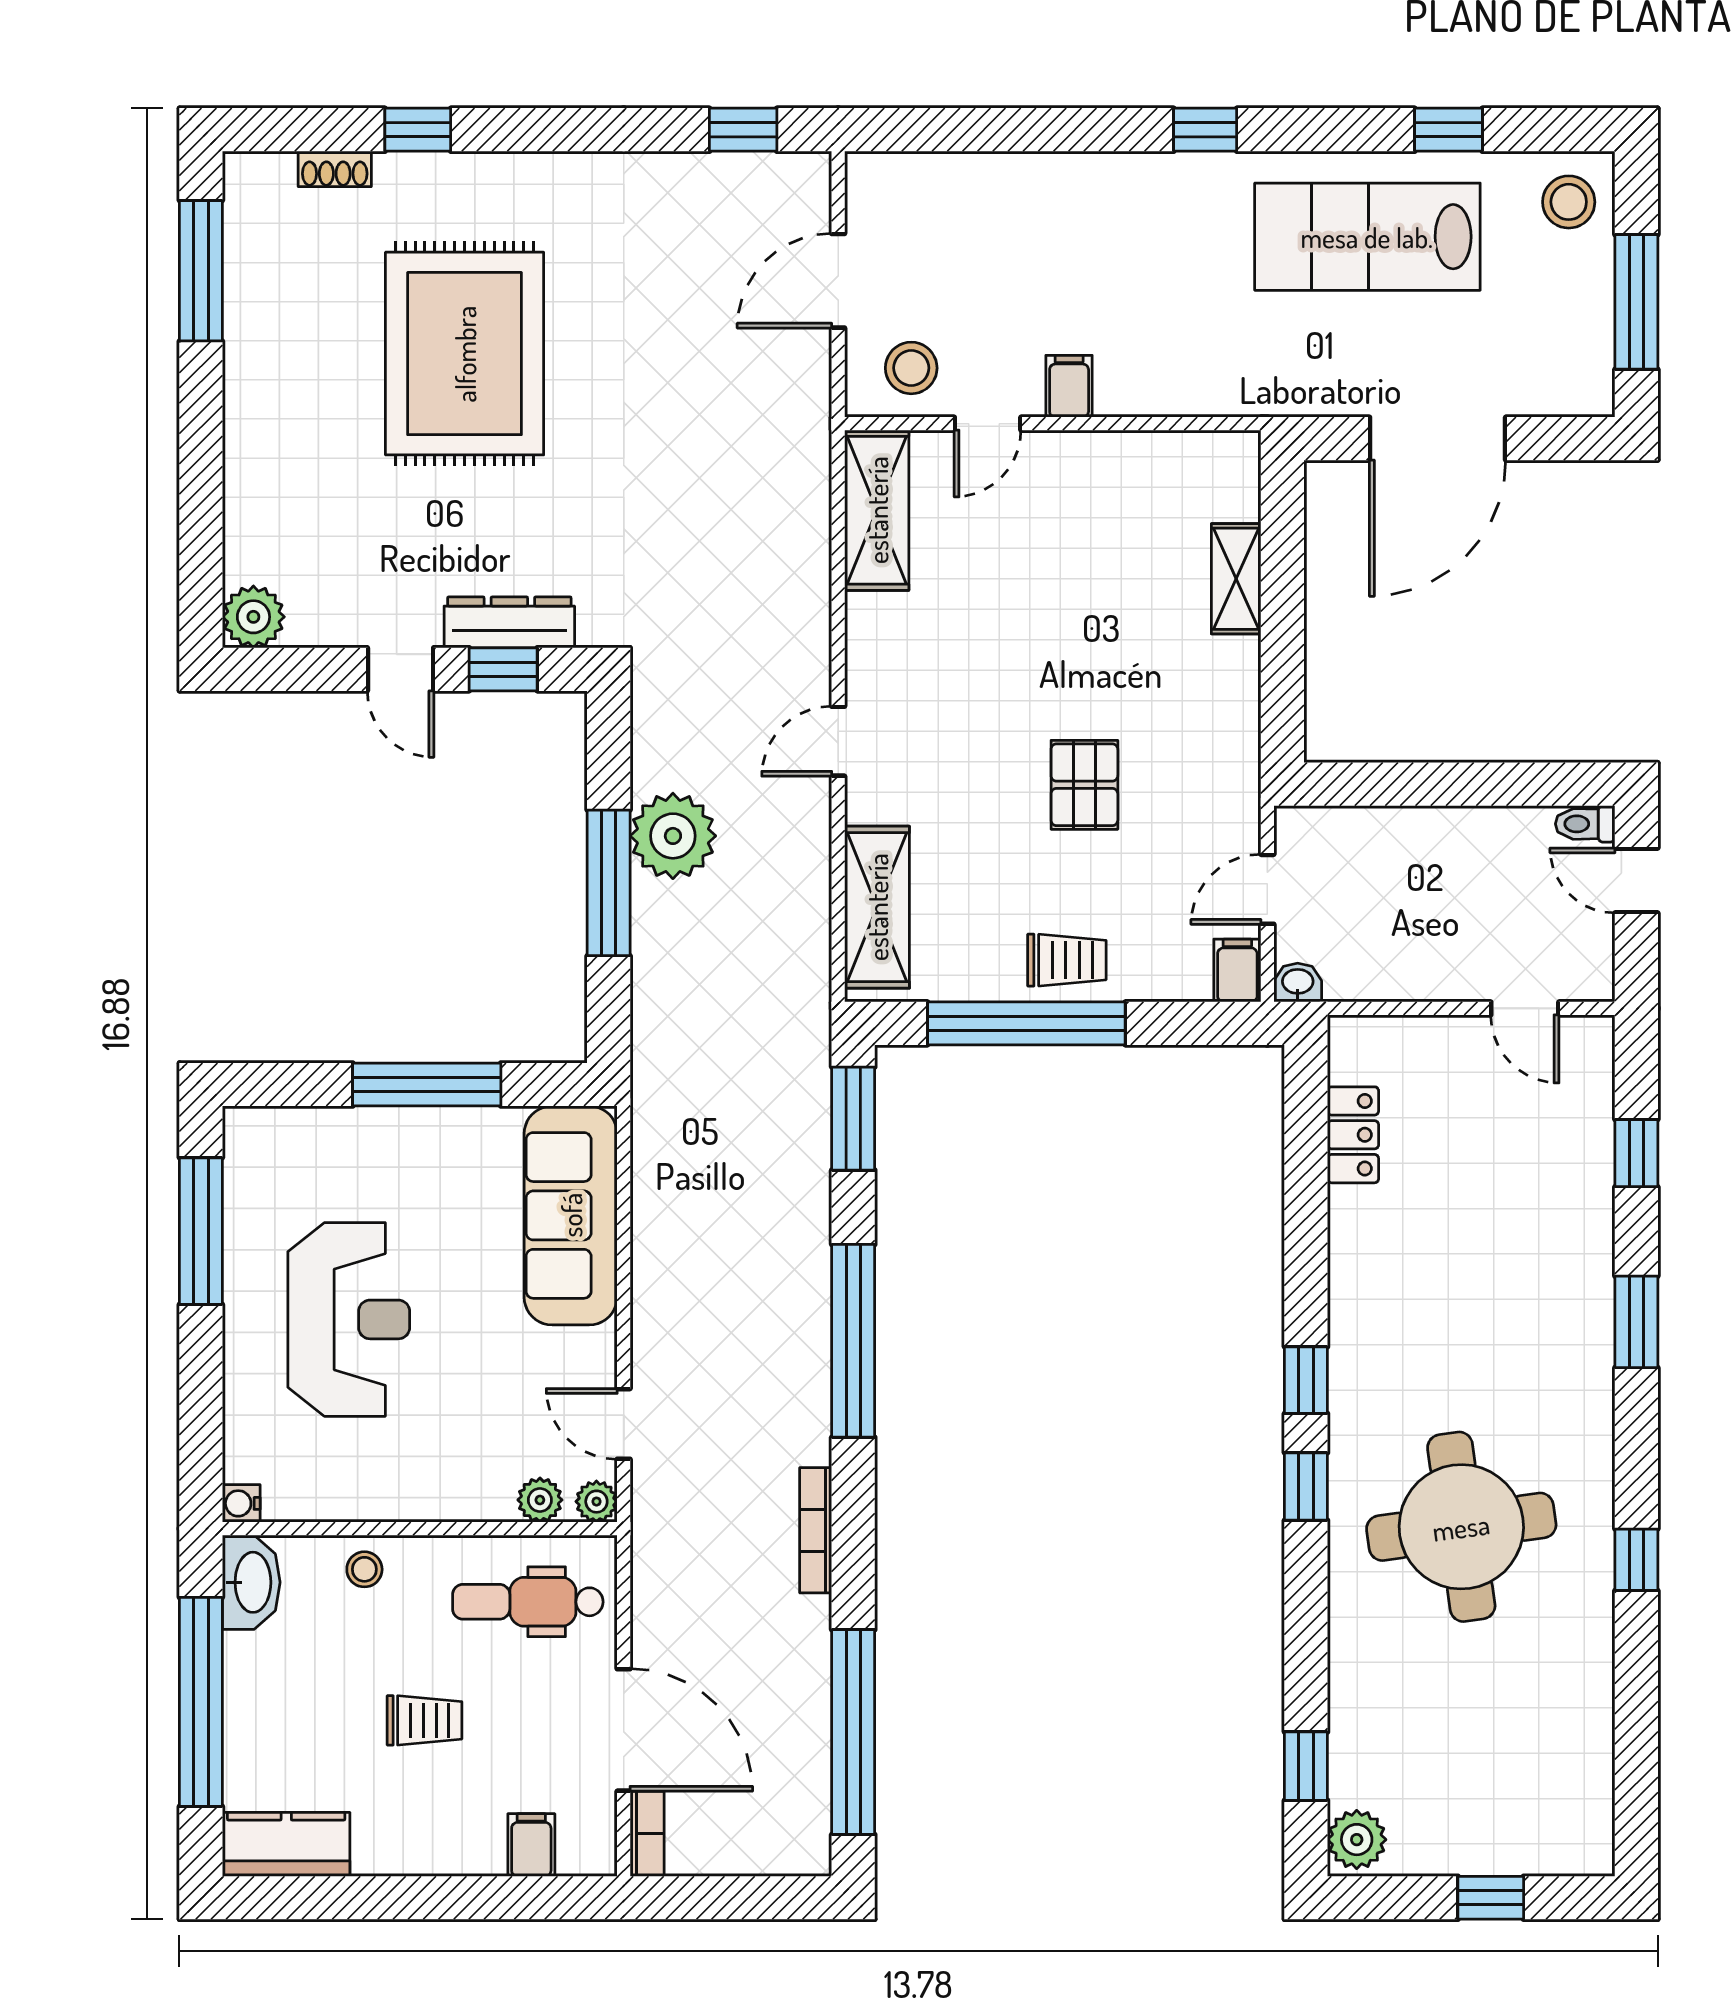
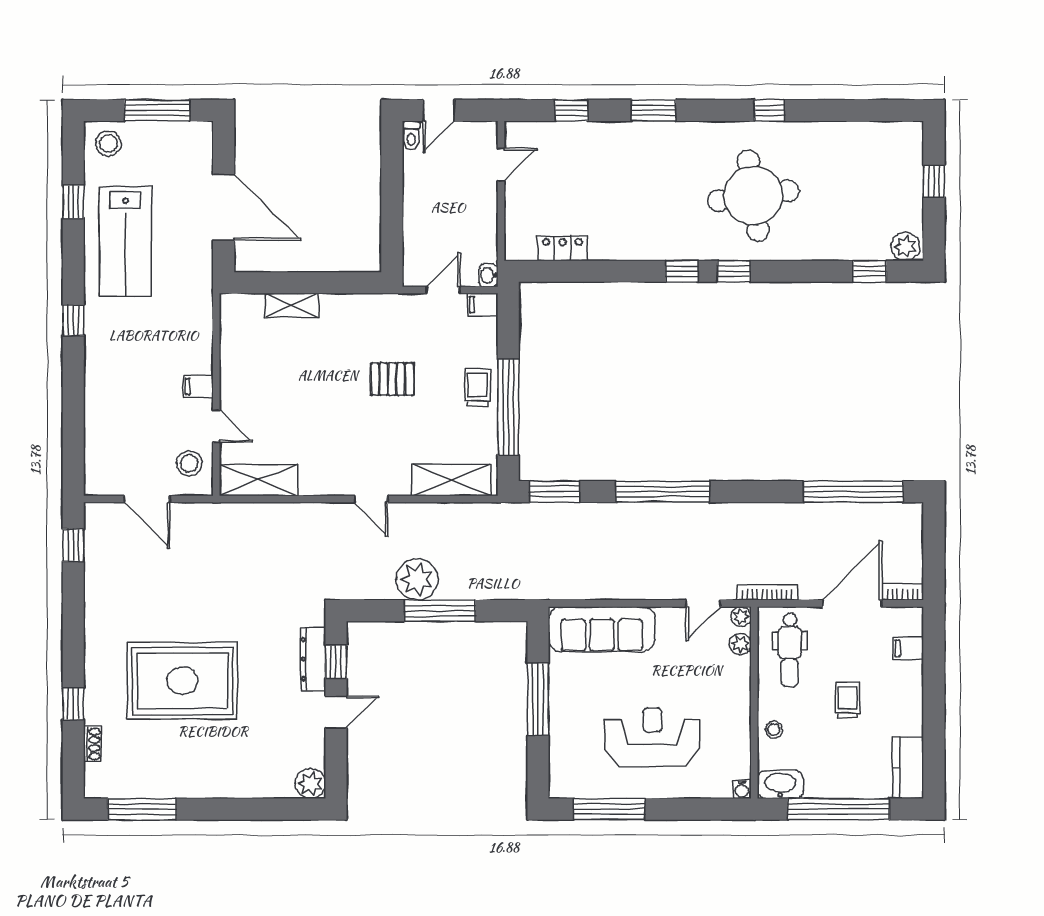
door: (1267, 889) -> (443, 290), swing flipped
bookcase: (816, 1530) -> (767, 592), moved, turned 180

